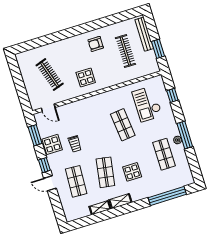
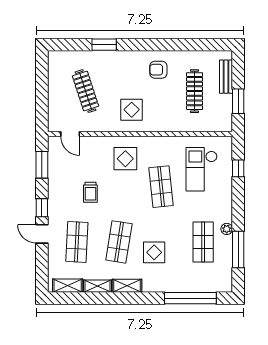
bench: (144, 34) -> (226, 77), width x0.73
window: (52, 38) -> (104, 45), added
window: (185, 135) -> (238, 249), moved
display table: (52, 144) -> (125, 159), moved
shelving: (79, 214) -> (68, 286), added

